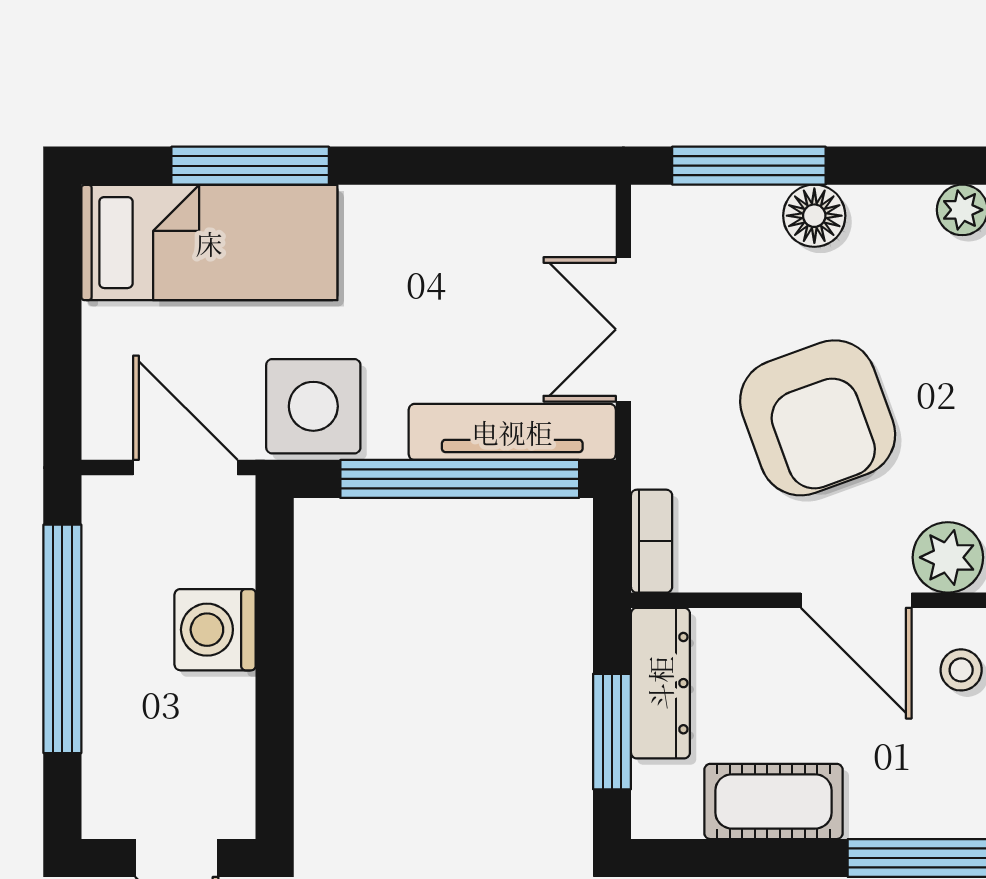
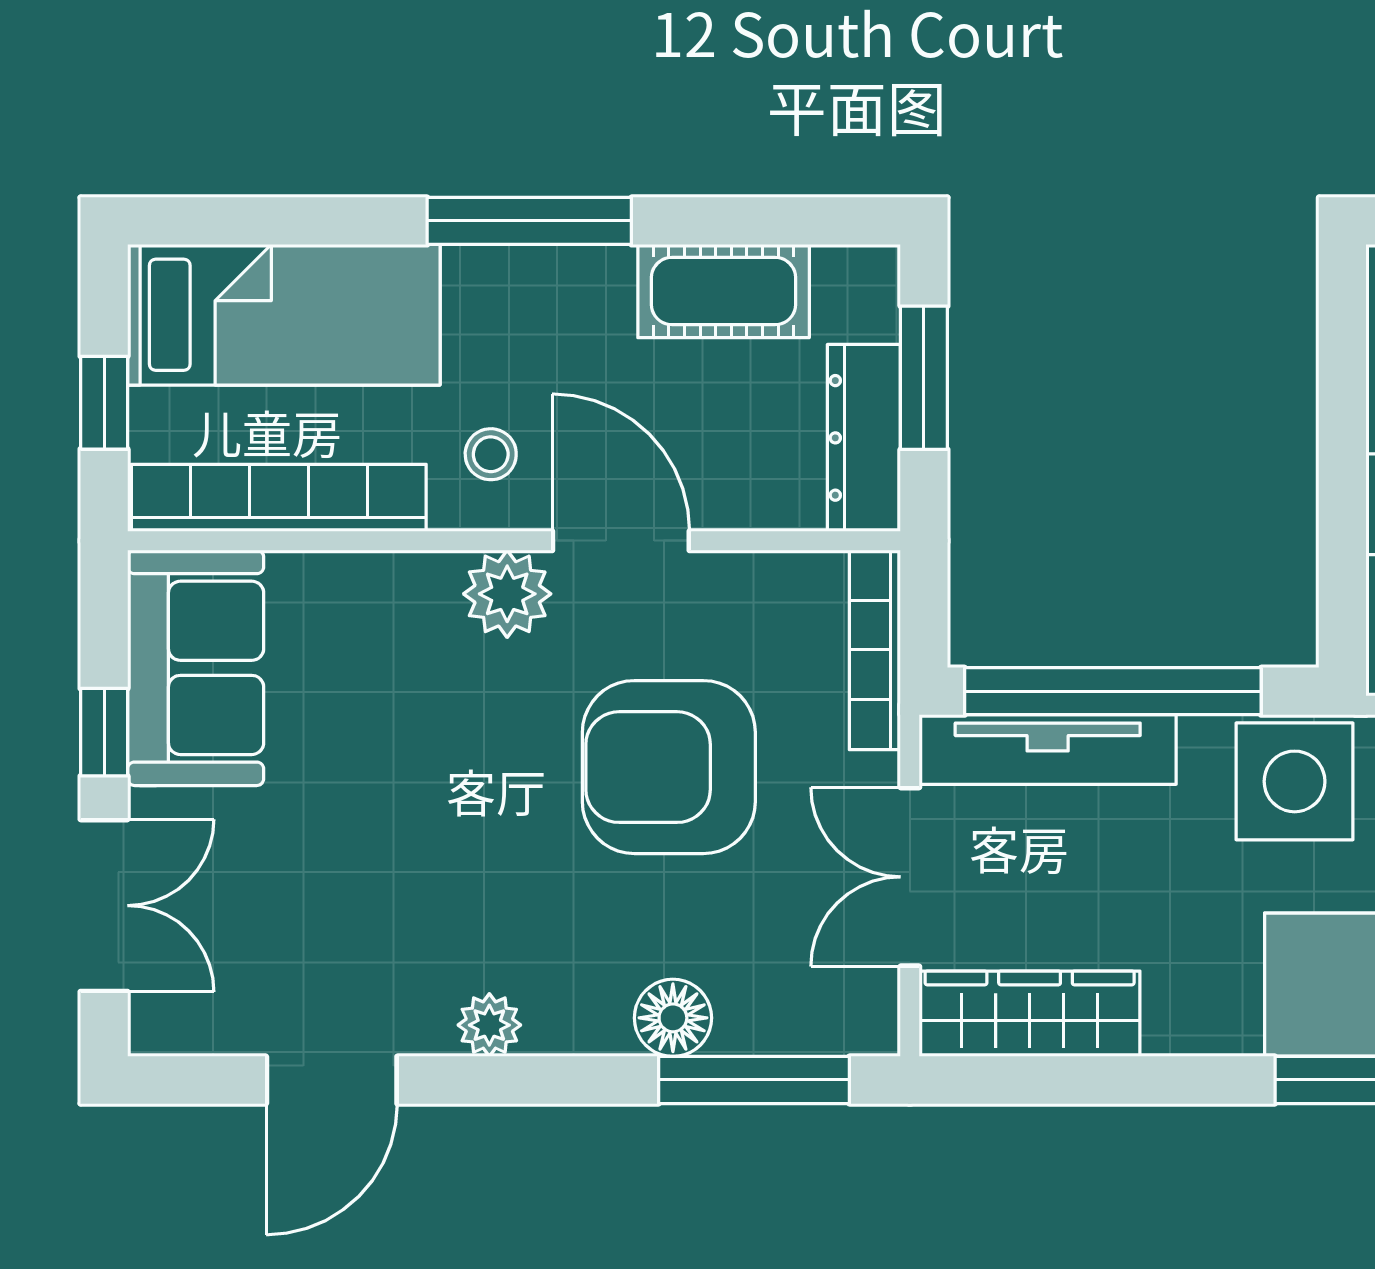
wardrobe: (527, 219) -> (1030, 1014), added
double door: (623, 329) -> (910, 877), swing flipped
armchair: (818, 418) -> (669, 767), turned -70
bookcase: (652, 541) -> (875, 650), width x1.56

